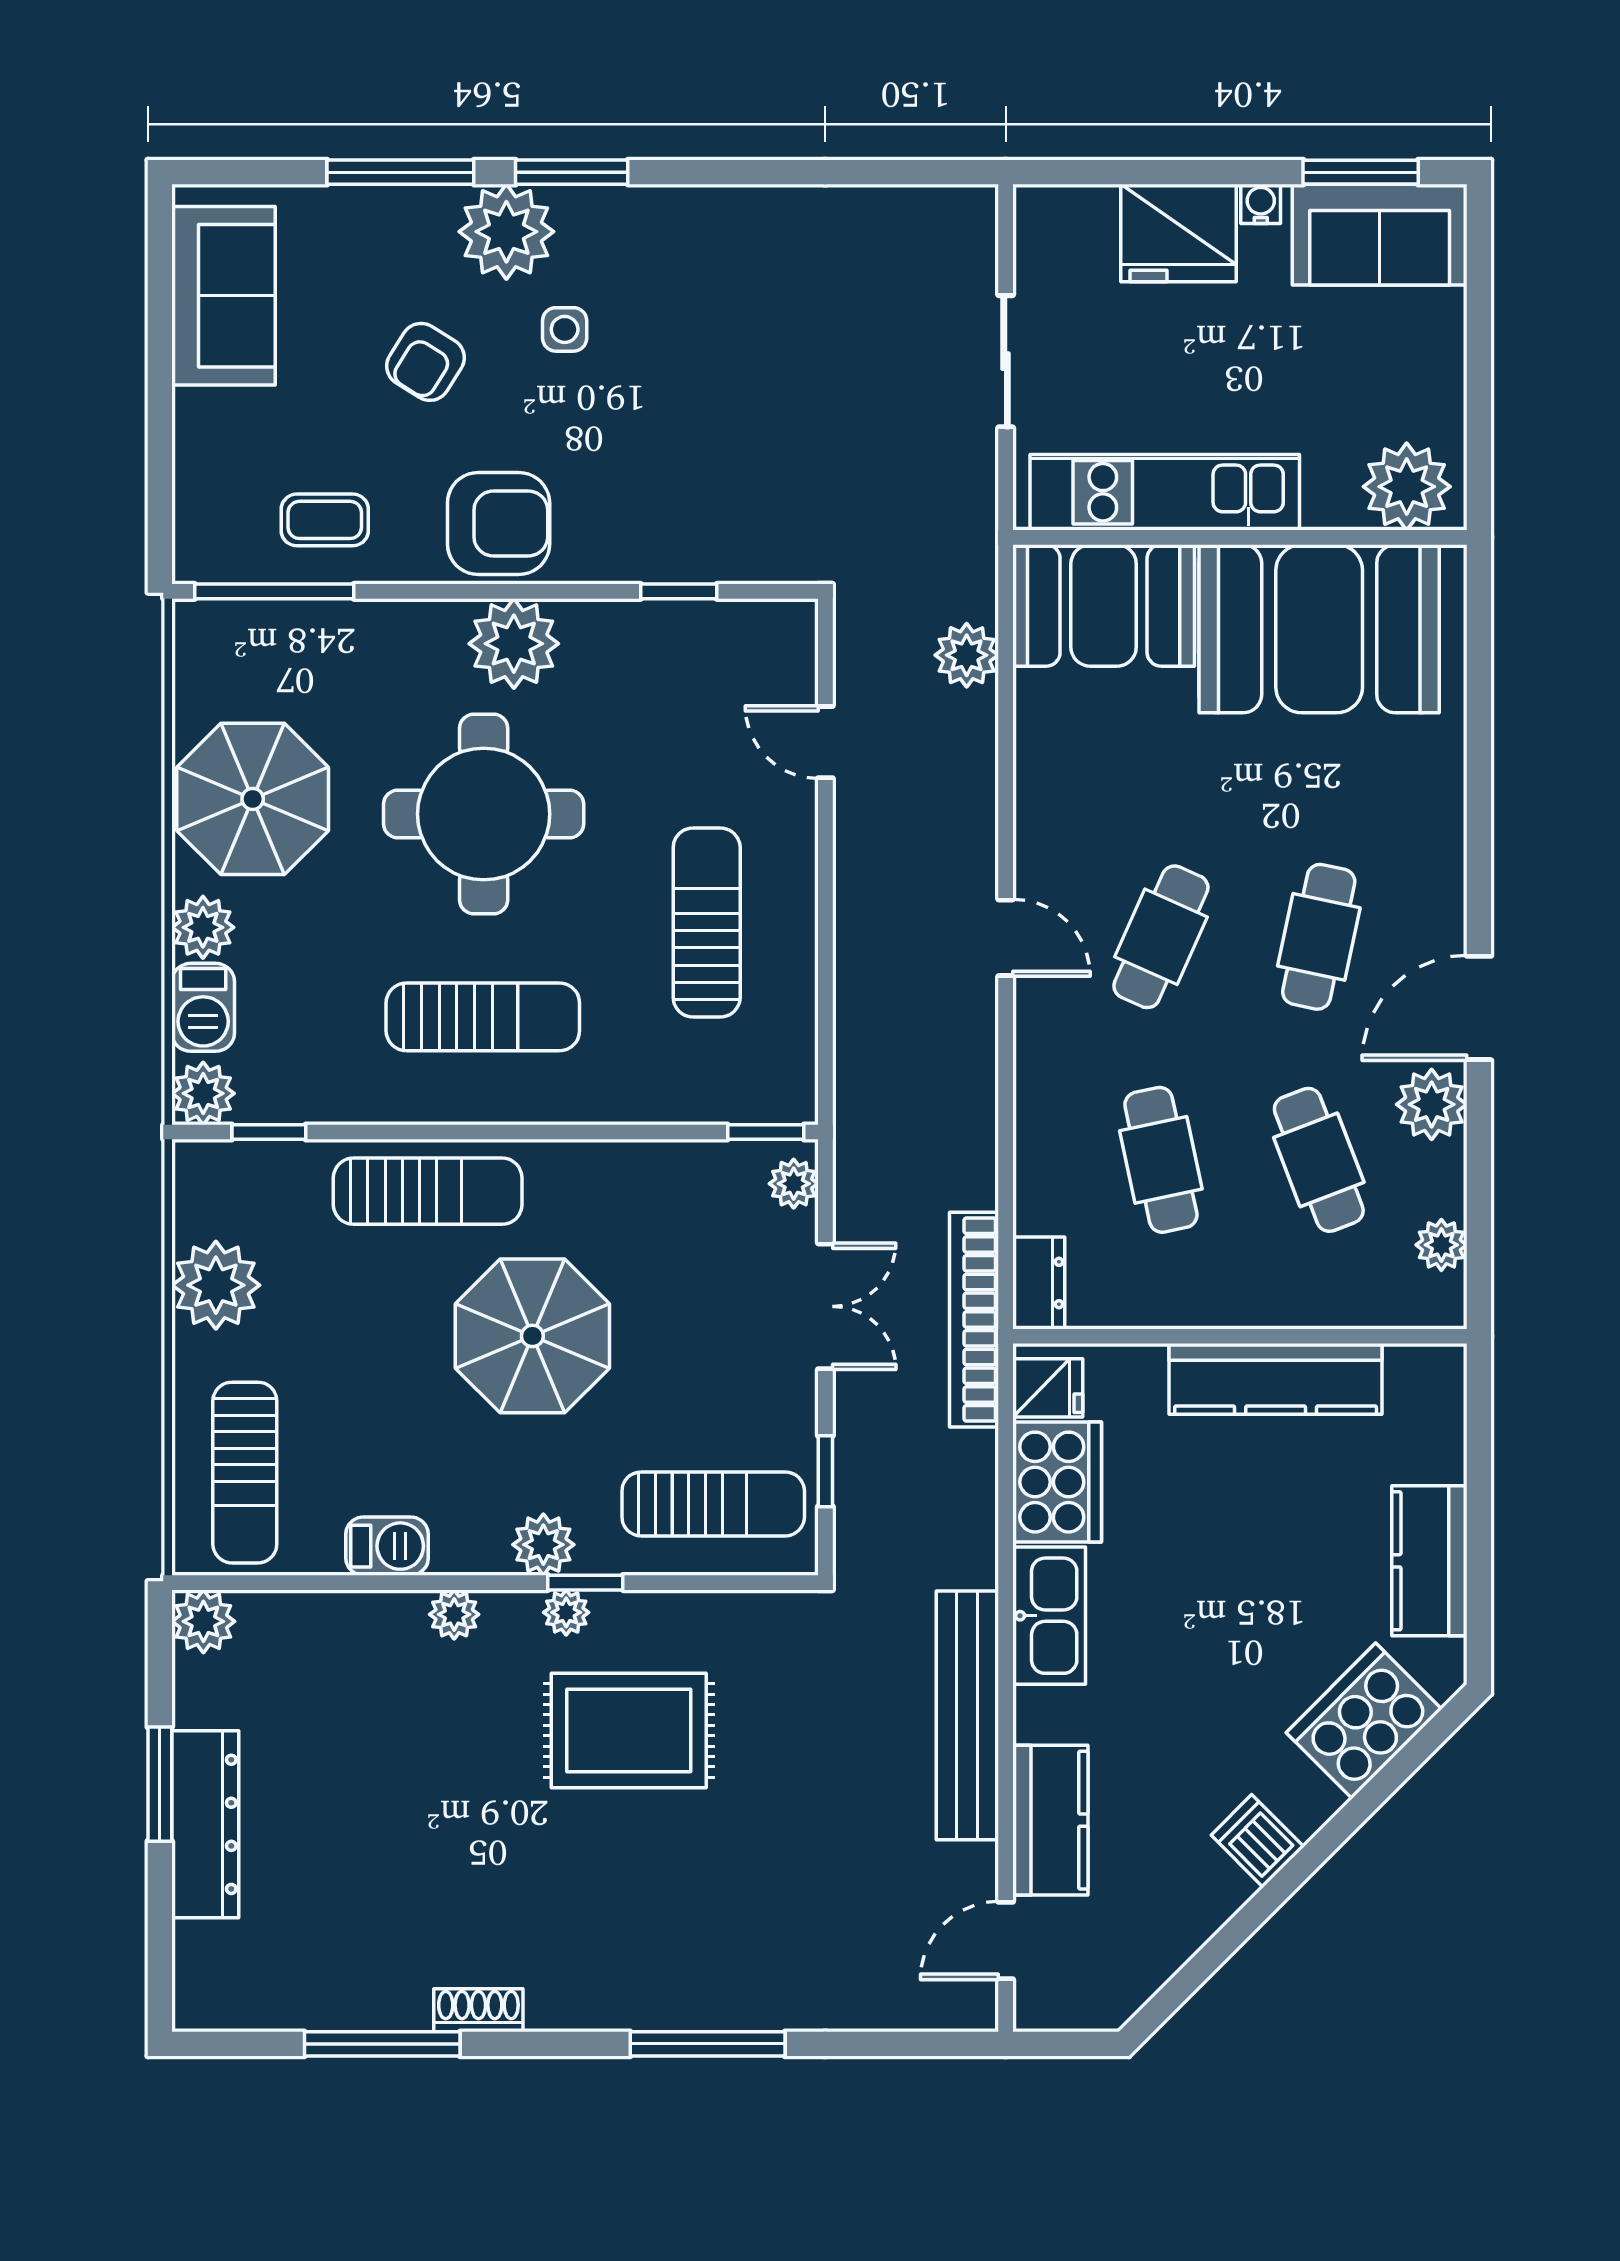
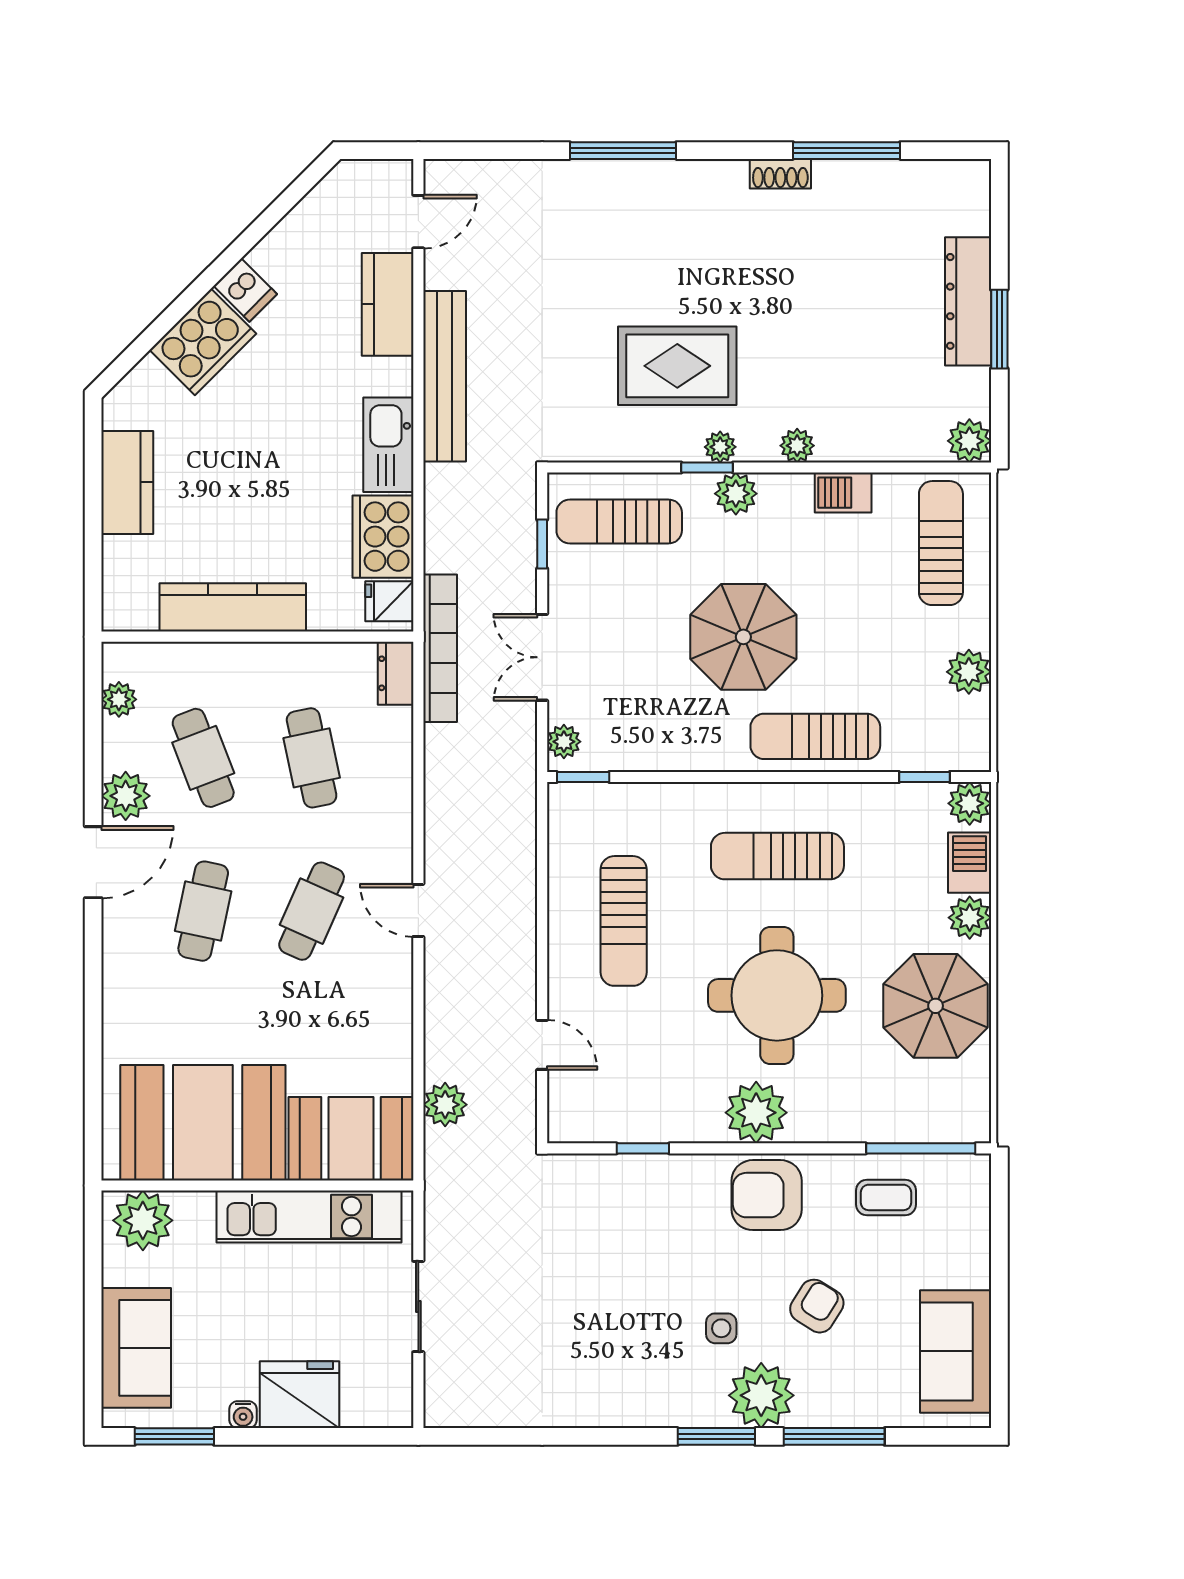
sofa: (1380, 235) -> (136, 1348), moved, turned 90
plant: (216, 1285) -> (969, 672), width x0.73, depth x0.73
cooker: (1364, 1721) -> (203, 342), moved

